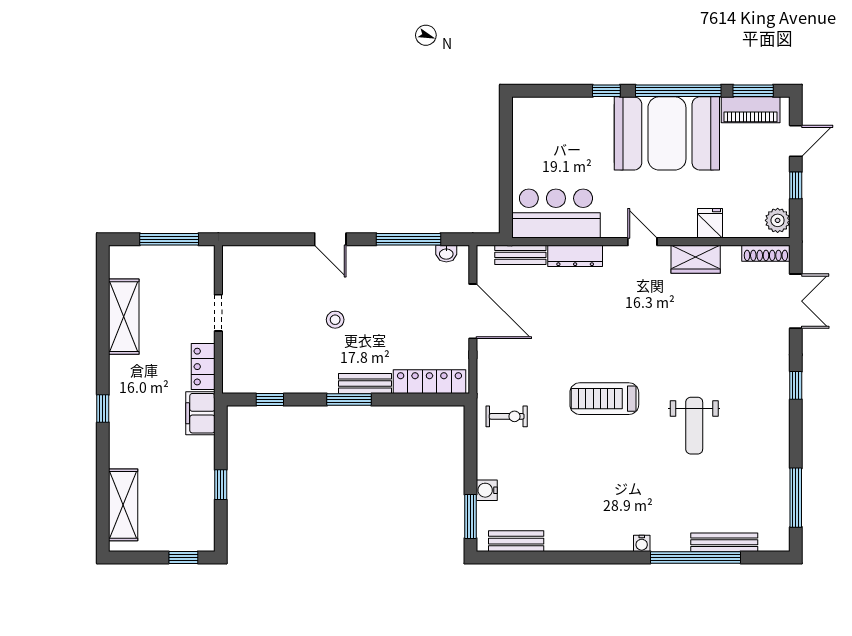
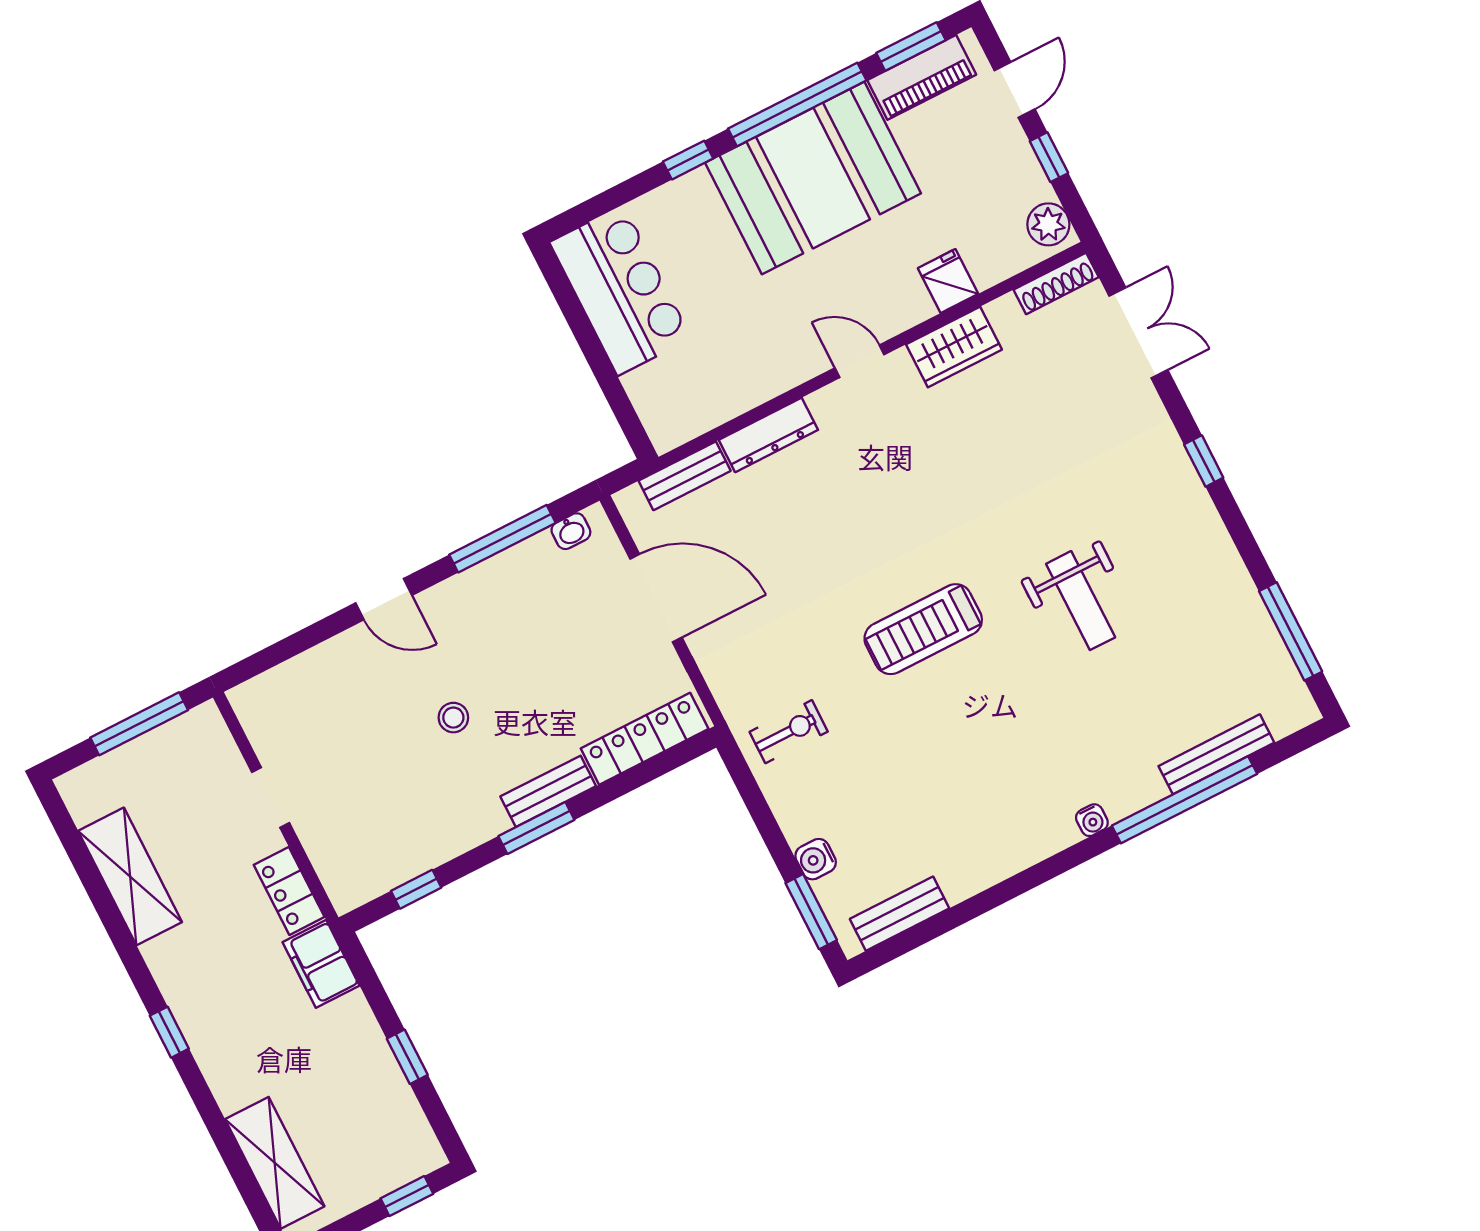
bar counter: (556, 214) -> (620, 290), moved, turned 90

